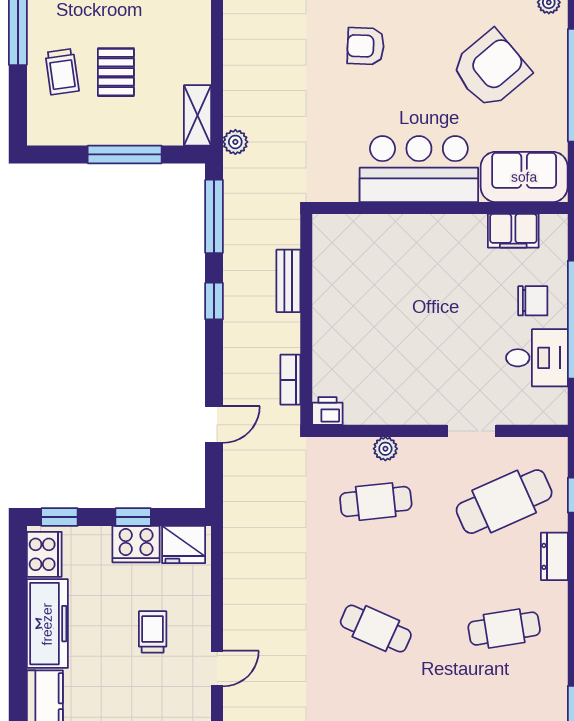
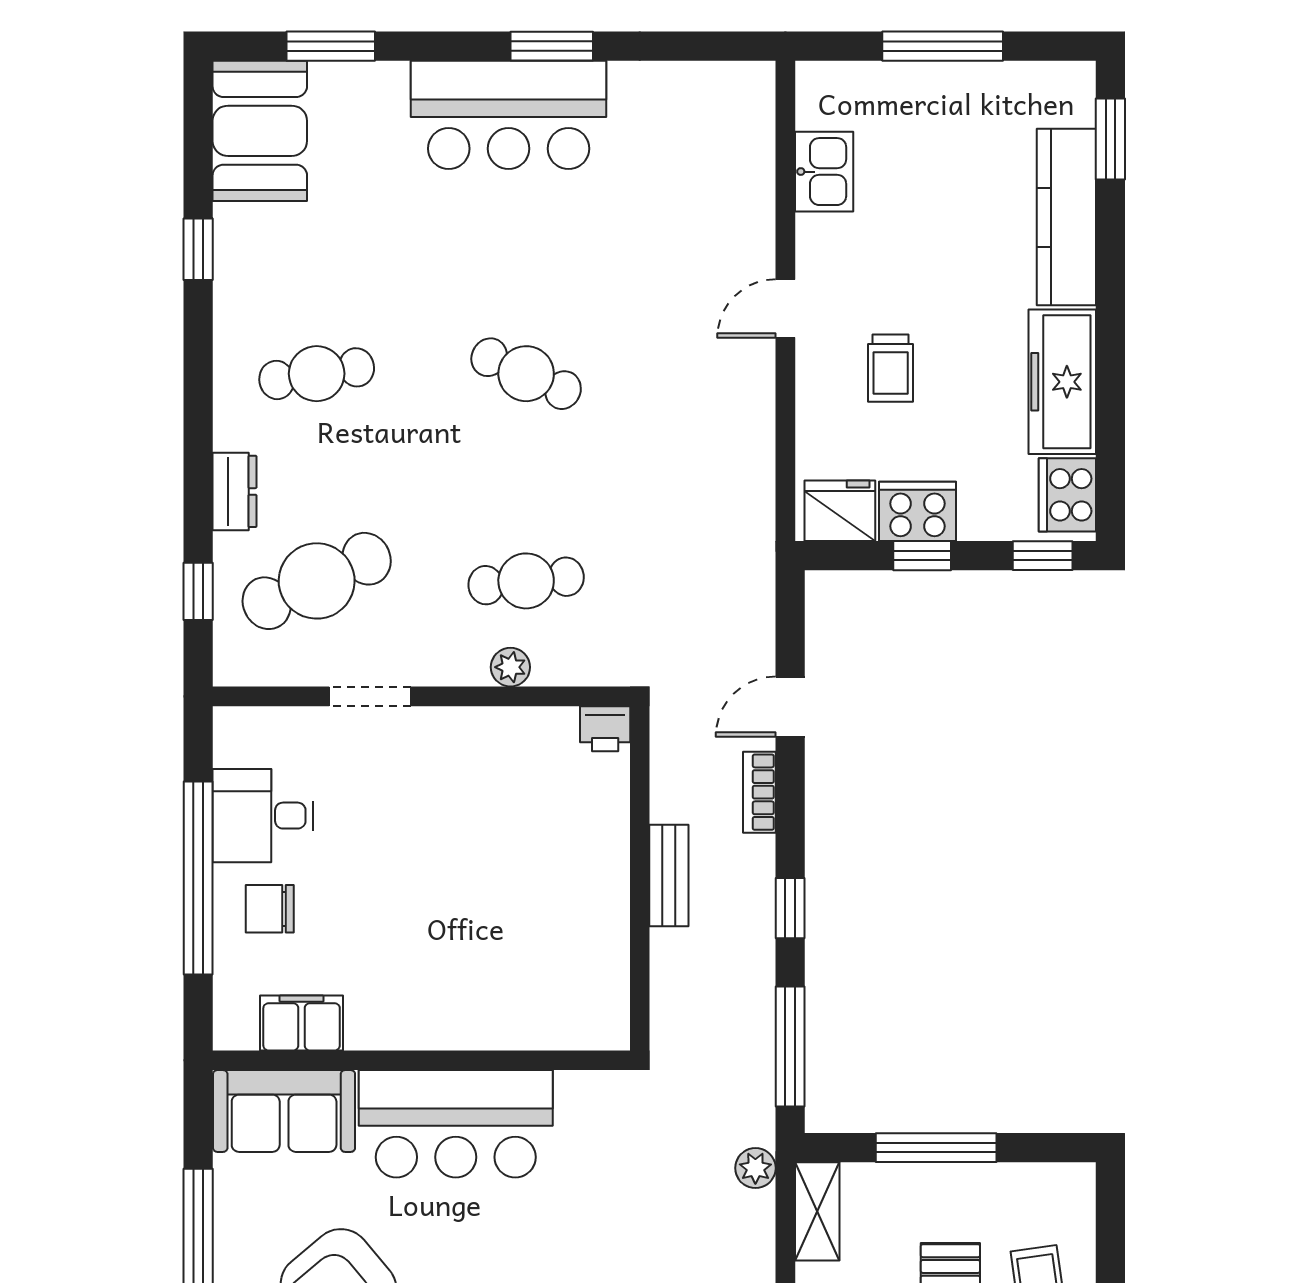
bench: (288, 281) -> (669, 875), moved
bookcase: (290, 380) -> (759, 792), moved, turned 180

